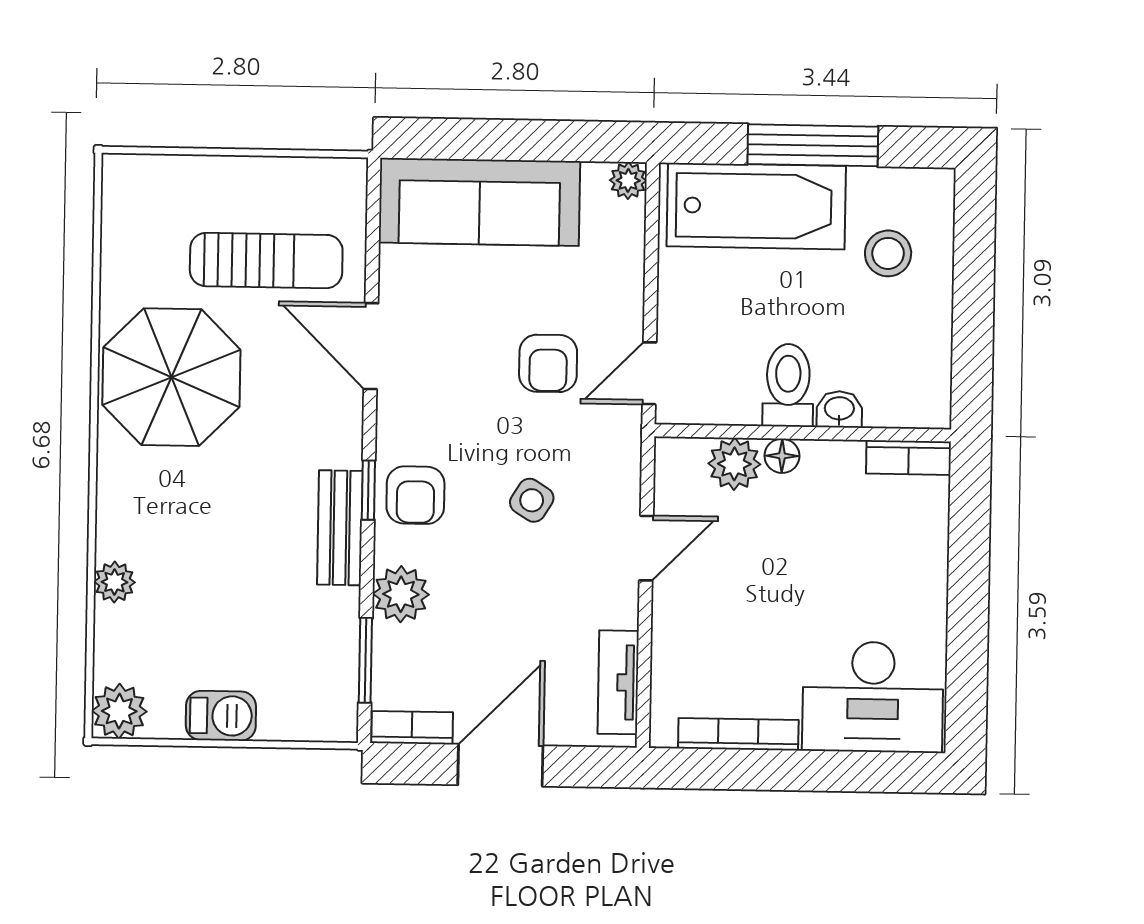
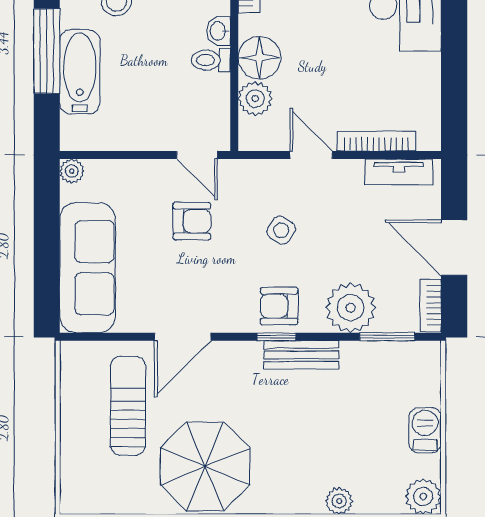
bathtub: (756, 206) -> (80, 72), width x0.73, depth x0.73
toilet: (788, 385) -> (211, 60), width x0.73, depth x0.72
floor lamp: (782, 456) -> (259, 58), width x1.89, depth x1.89
armchair: (415, 495) -> (279, 306), turned 180
plant: (401, 594) -> (351, 308), width x1.36, depth x1.36
bookcase: (738, 734) -> (376, 141), moved, turned 90

